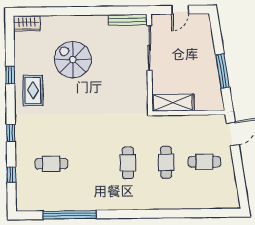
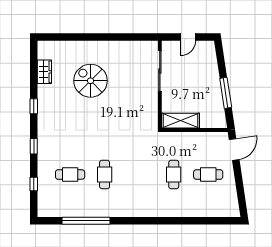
bench: (128, 20) -> (141, 45), removed
wardrobe: (27, 23) -> (44, 72), moved, turned -90
window: (10, 75) -> (34, 106), moved
rug: (33, 90) -> (54, 108), removed
cafe table: (128, 163) -> (105, 175), moved

